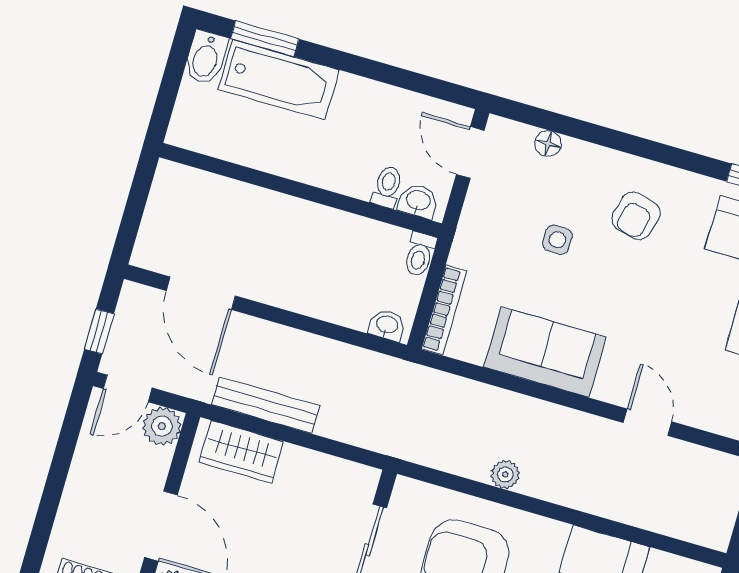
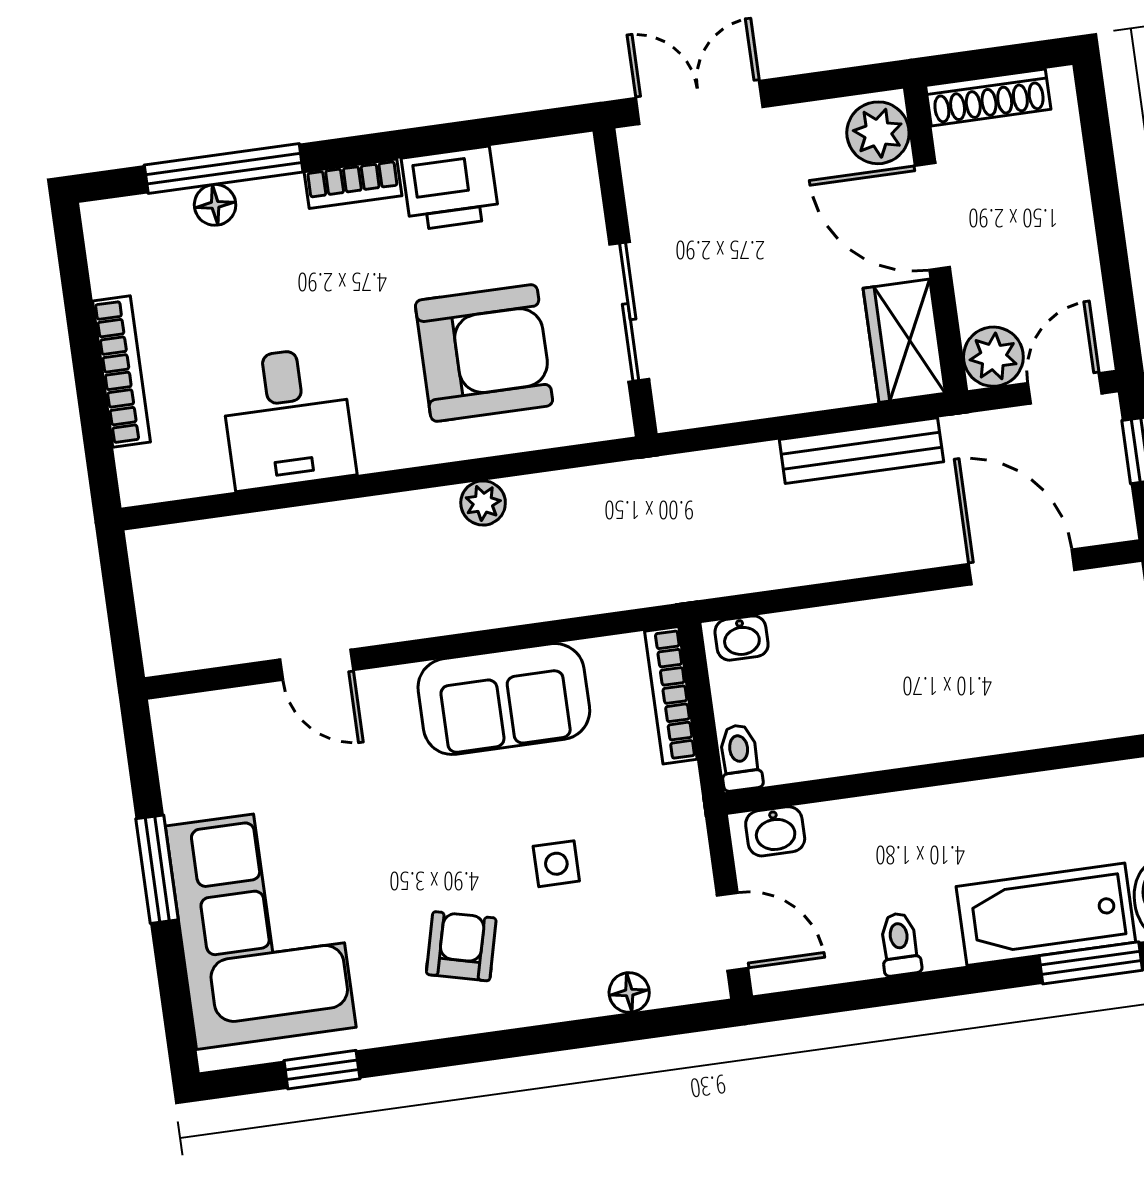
toilet: (387, 187) -> (900, 944), moved, turned 180
wardrobe: (241, 452) -> (904, 341), moved, turned -90

